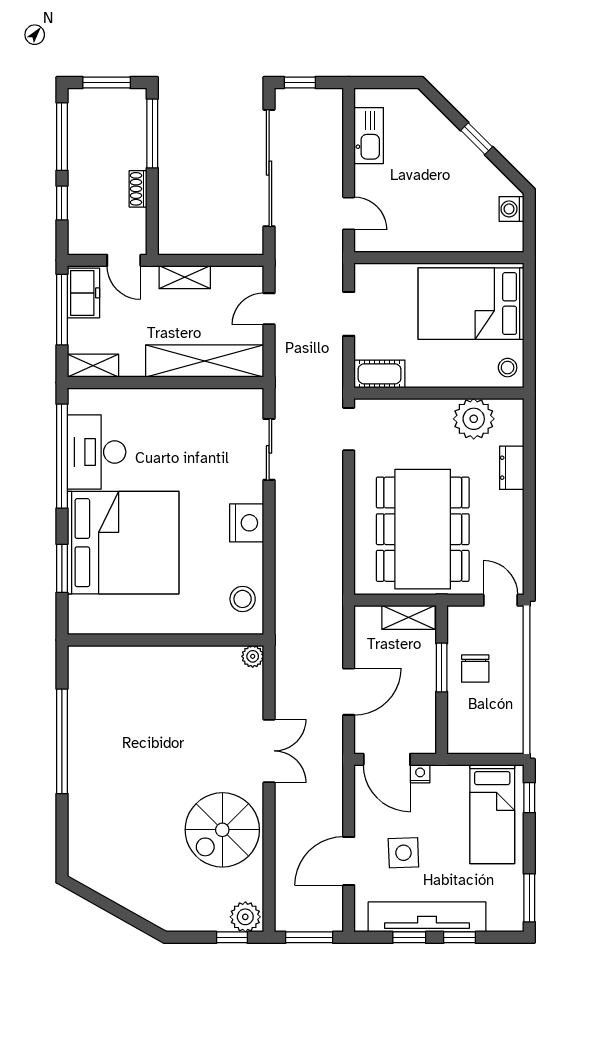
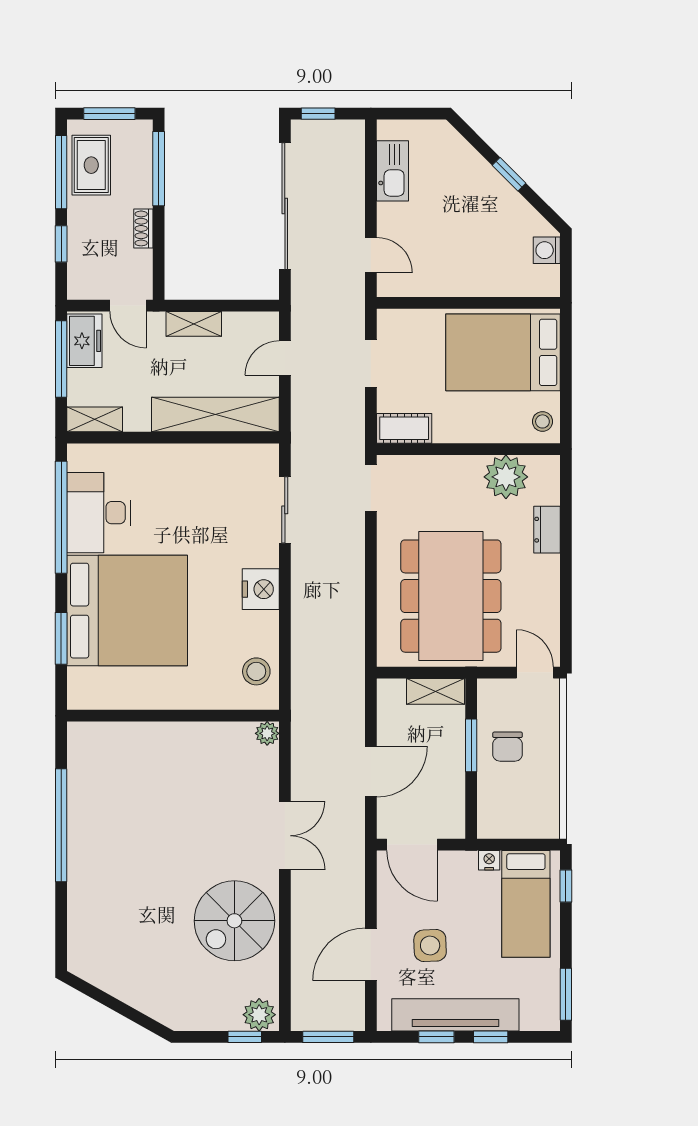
rug: (90, 130) -> (91, 165), added
nightstand: (420, 774) -> (489, 860), moved

